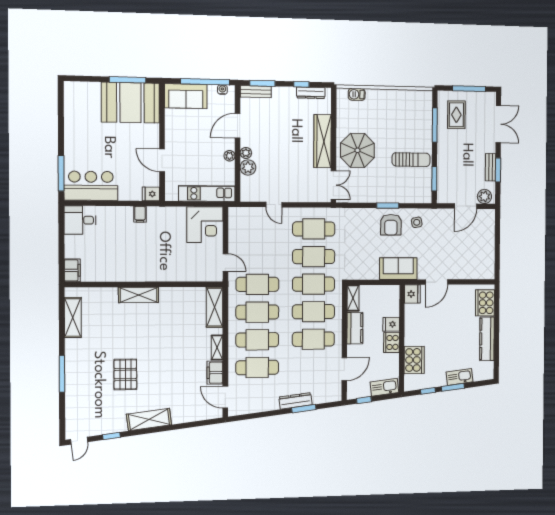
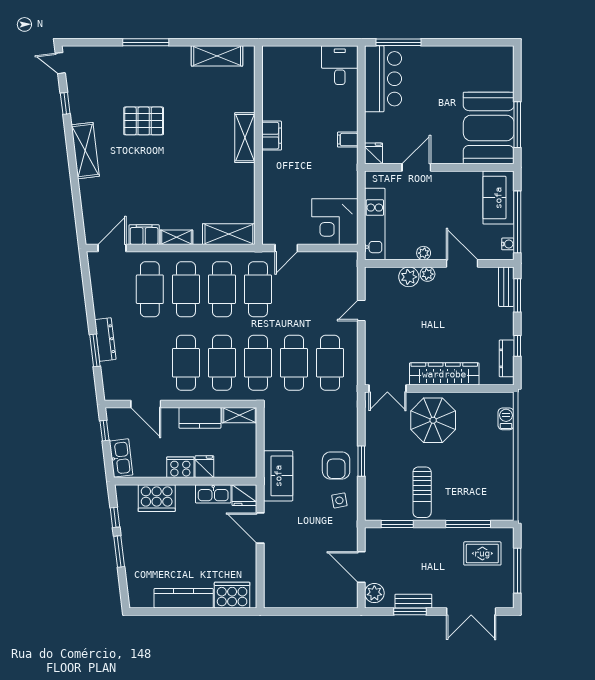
armchair: (391, 225) -> (336, 466), turned -90
filing cabinet: (72, 270) -> (272, 136), moved, turned -90
kitchen sink: (460, 377) -> (213, 494), moved, turned 97

